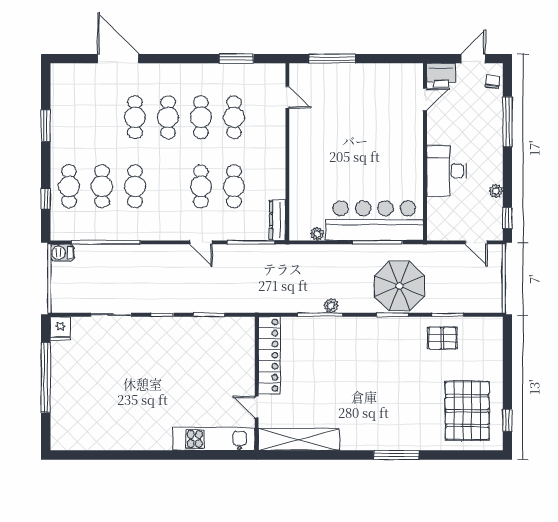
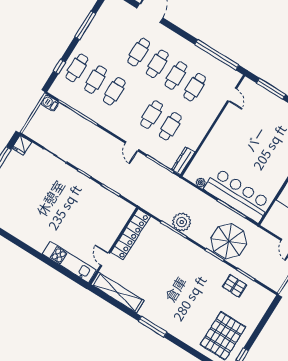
window: (236, 59) -> (217, 55), width x2.11
window: (46, 126) -> (85, 25), width x1.44
plant: (331, 306) -> (182, 222), width x1.87, depth x1.87
window: (396, 455) -> (153, 327), moved

